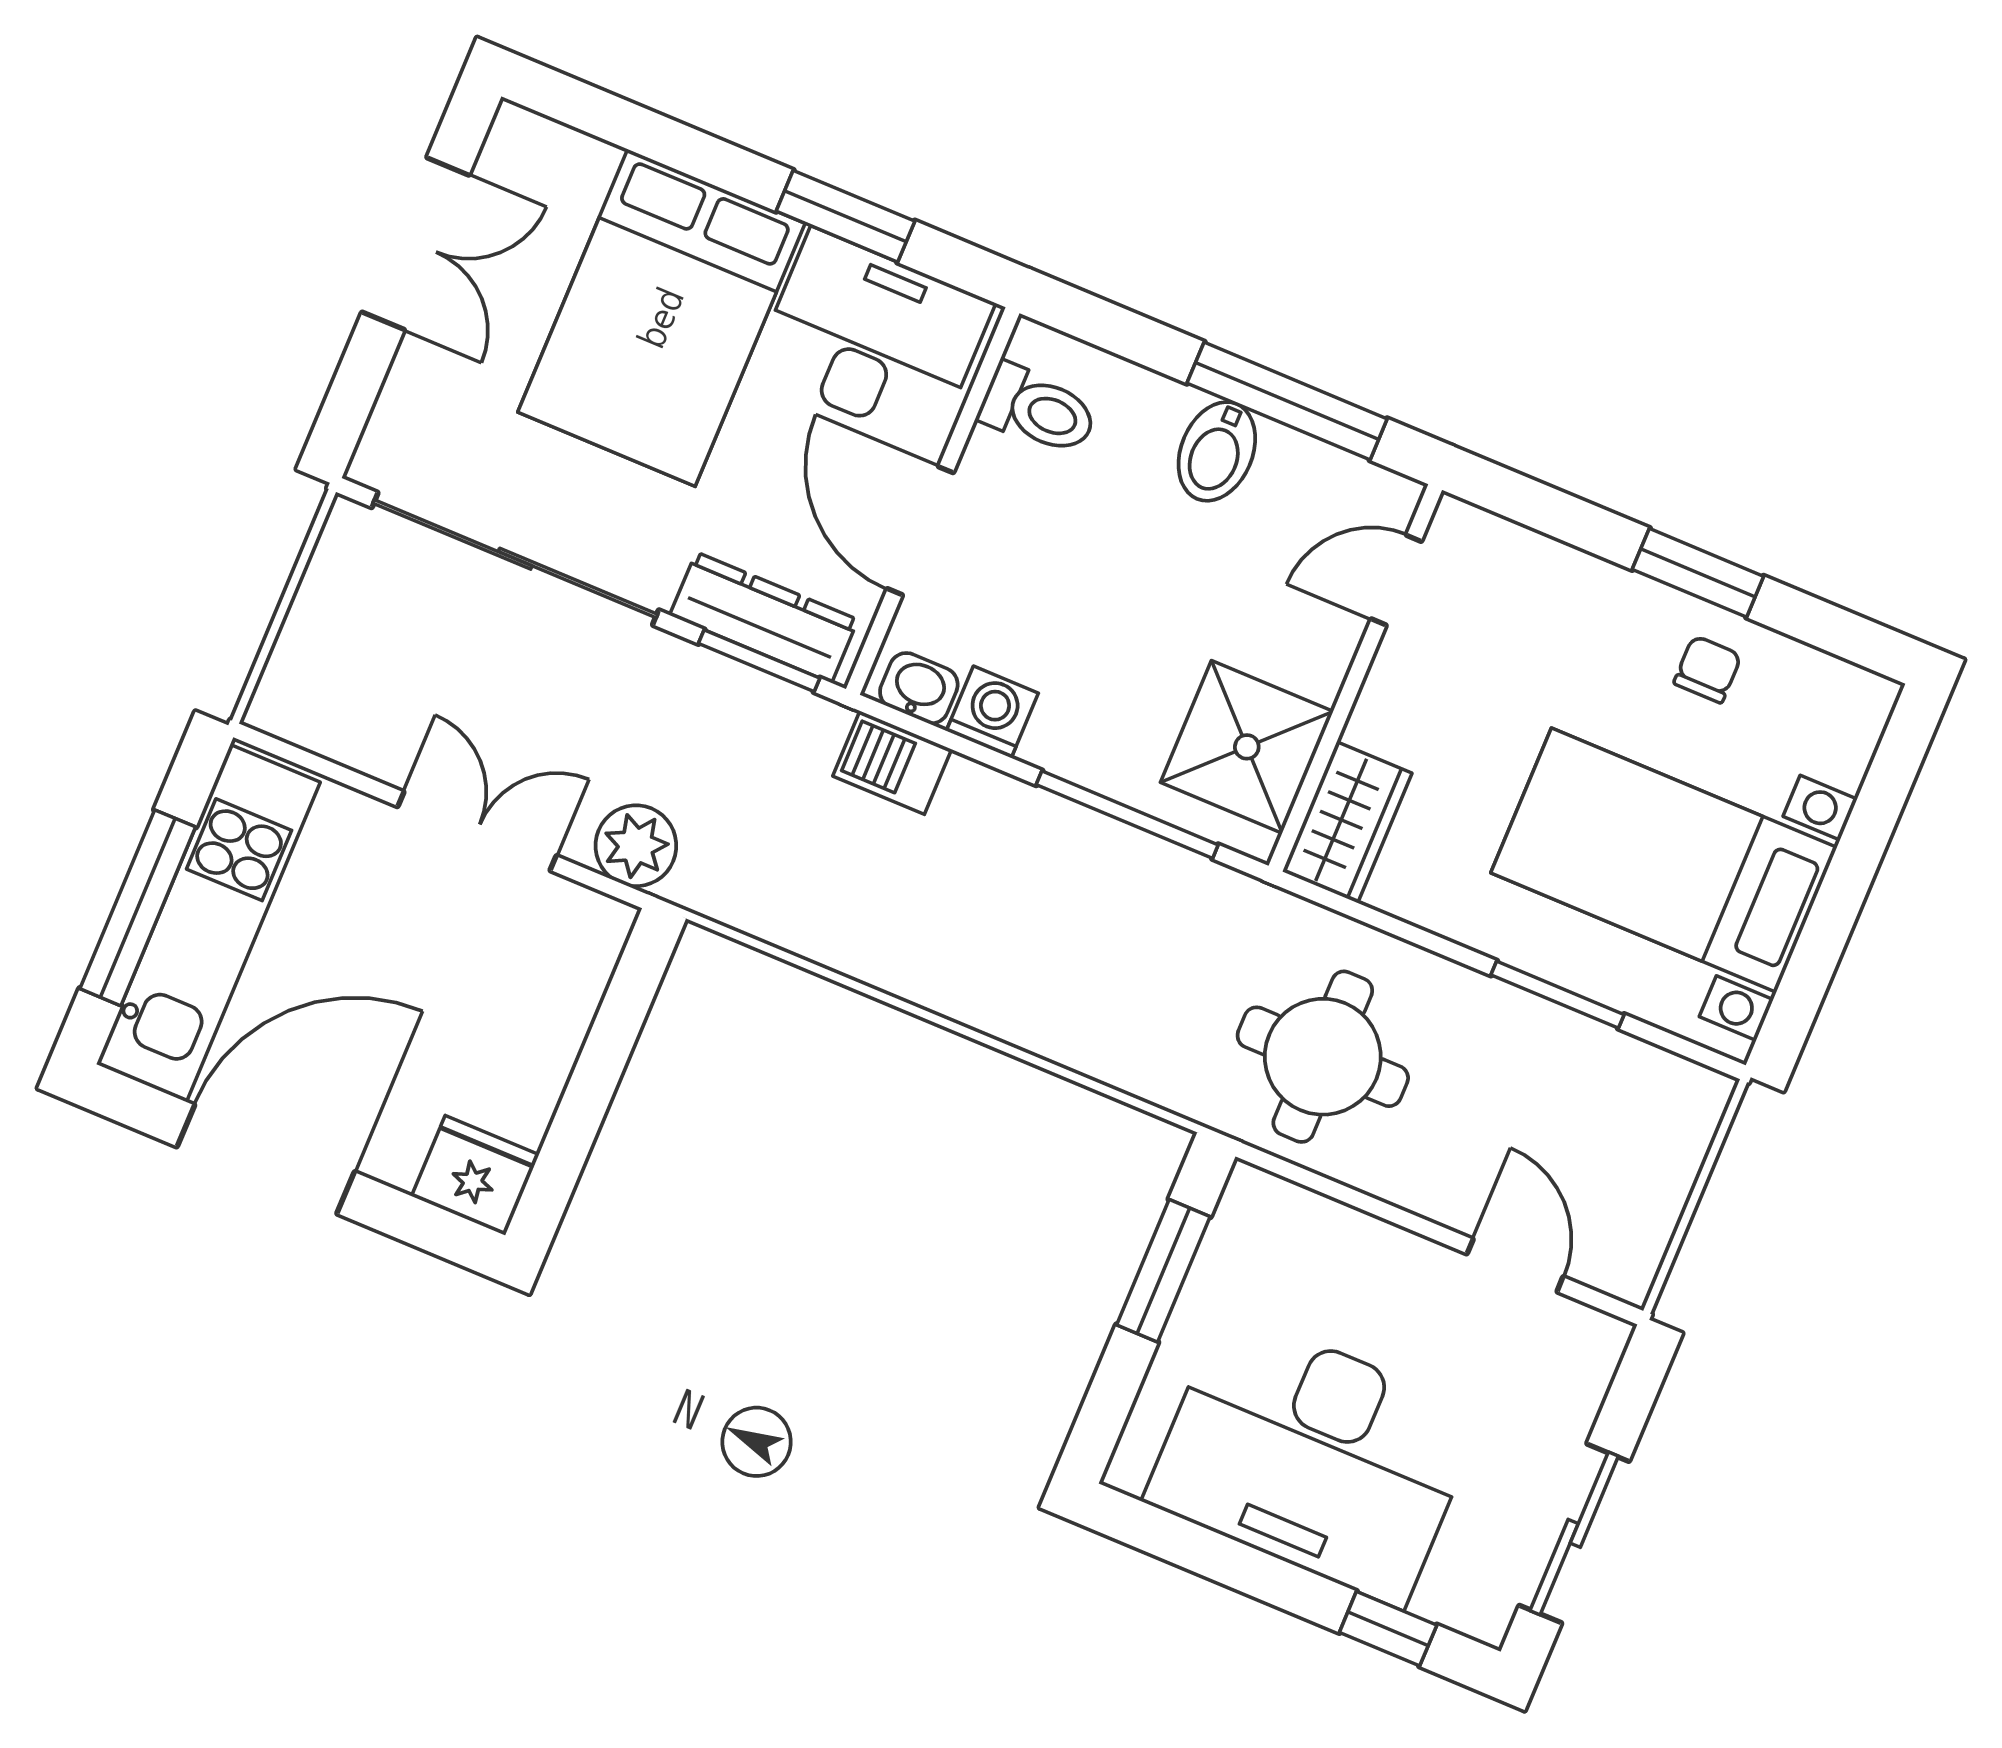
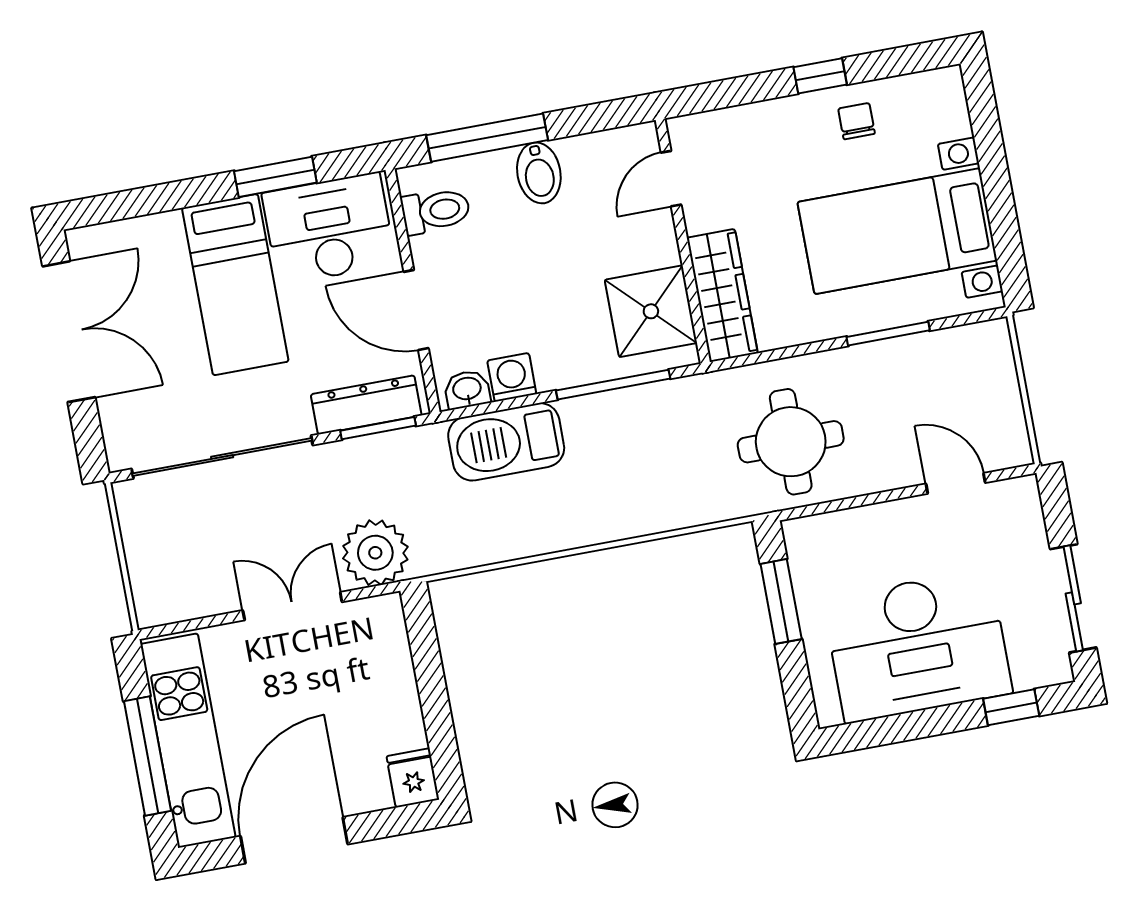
double door: (416, 244) -> (69, 332), width x1.37
bed: (661, 318) -> (235, 285), width x0.67
window: (1287, 401) -> (487, 138), moved
window: (1698, 573) -> (820, 76), width x0.67
barbecue: (892, 763) -> (506, 442), width x1.88, depth x1.53
wardrobe: (1347, 822) -> (722, 295), width x1.50
plant: (636, 846) -> (375, 553), width x1.36, depth x1.36
fridge: (475, 1175) -> (413, 778), width x0.72

